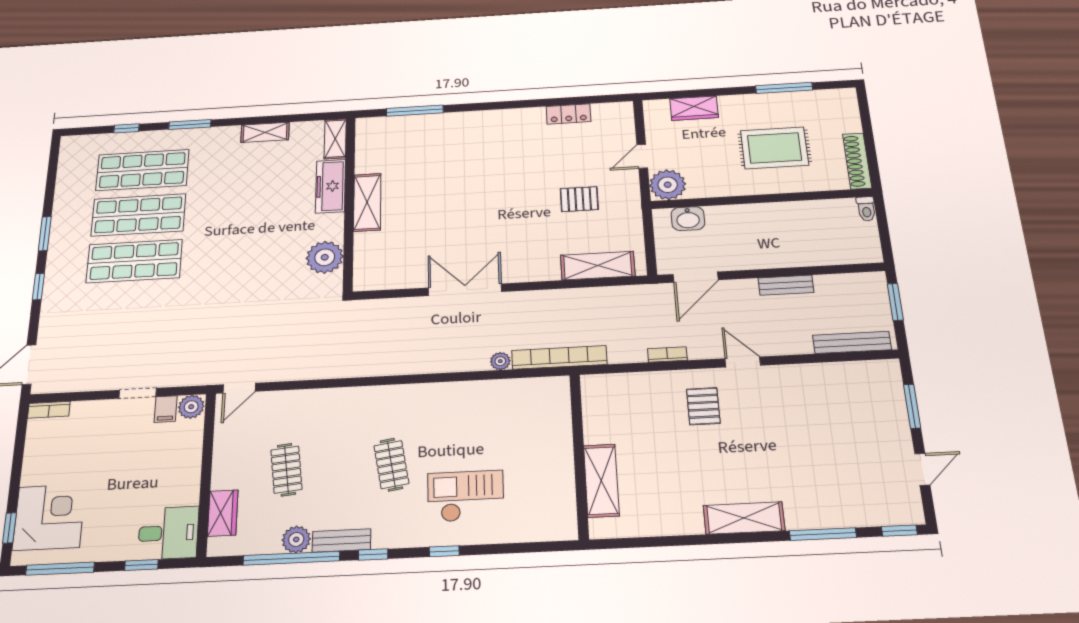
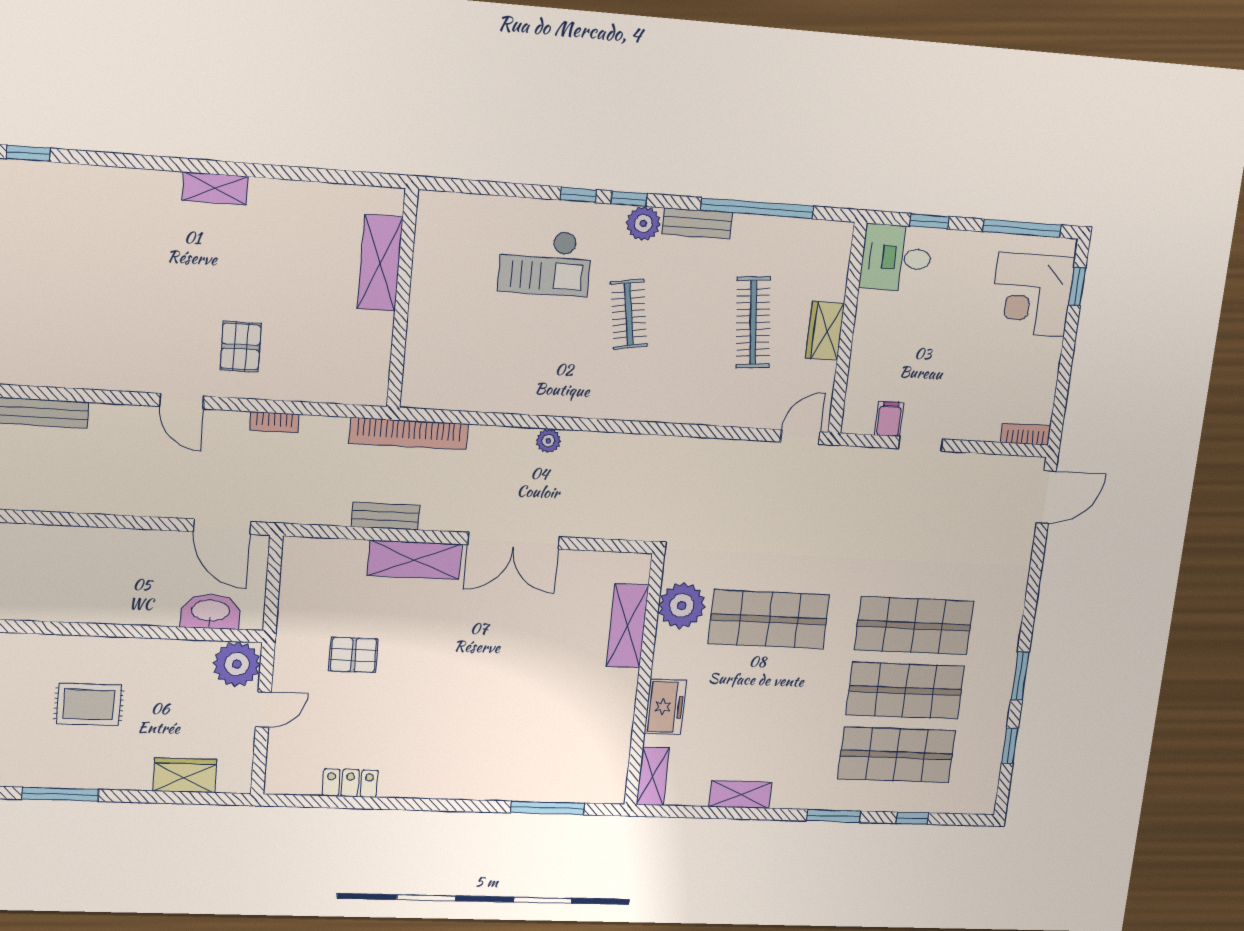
rug: (774, 148) -> (89, 704), width x0.73, depth x0.70
freezer: (330, 186) -> (665, 707), width x0.71
shelving: (367, 202) -> (627, 626), moved
washbasin: (688, 219) -> (210, 611), width x1.38
shop shelf: (253, 254) -> (769, 619), added
shelving: (598, 266) -> (415, 560), moved
door: (696, 277) -> (222, 527), swing flipped
bench: (786, 285) -> (385, 516), moved
window: (38, 287) -> (1010, 746), moved
plant: (500, 361) -> (548, 441), moved
plant: (191, 407) -> (859, 419), removed
clothes rail: (286, 470) -> (753, 322), width x1.36
wardrobe: (223, 513) -> (825, 331), moved
shelving: (744, 518) -> (215, 188), width x0.67, depth x0.75
window: (823, 534) -> (123, 160), removed
plant: (296, 539) -> (643, 223), moved
window: (373, 554) -> (629, 199), moved

